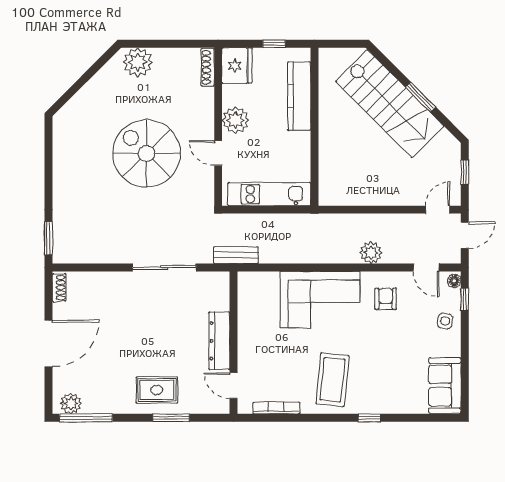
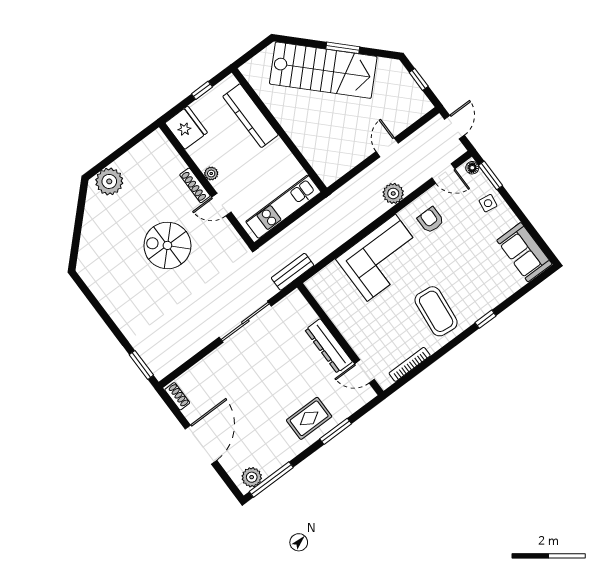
shoe rack: (208, 67) -> (195, 185), moved
plant: (235, 120) -> (211, 173), width x0.53, depth x0.53
spiral stairs: (146, 153) -> (167, 245), width x0.73, depth x0.73
door: (438, 210) -> (387, 147), moved
window: (465, 299) -> (491, 175), width x1.50

